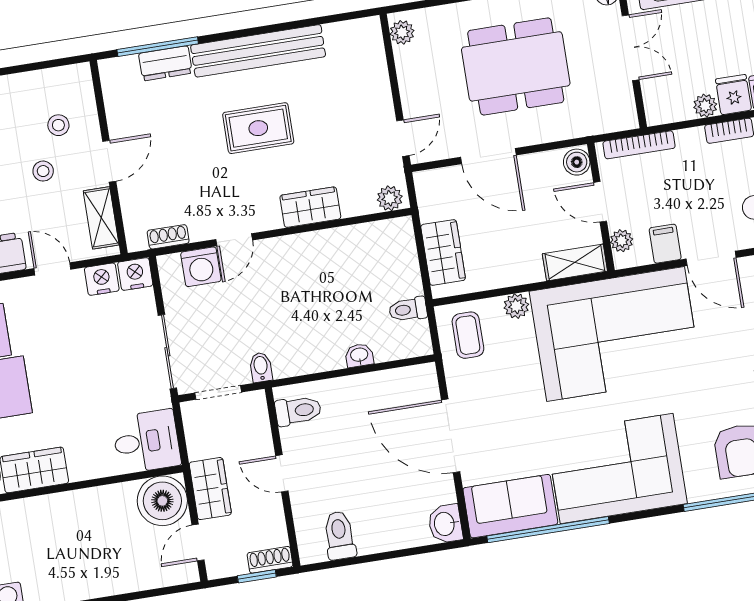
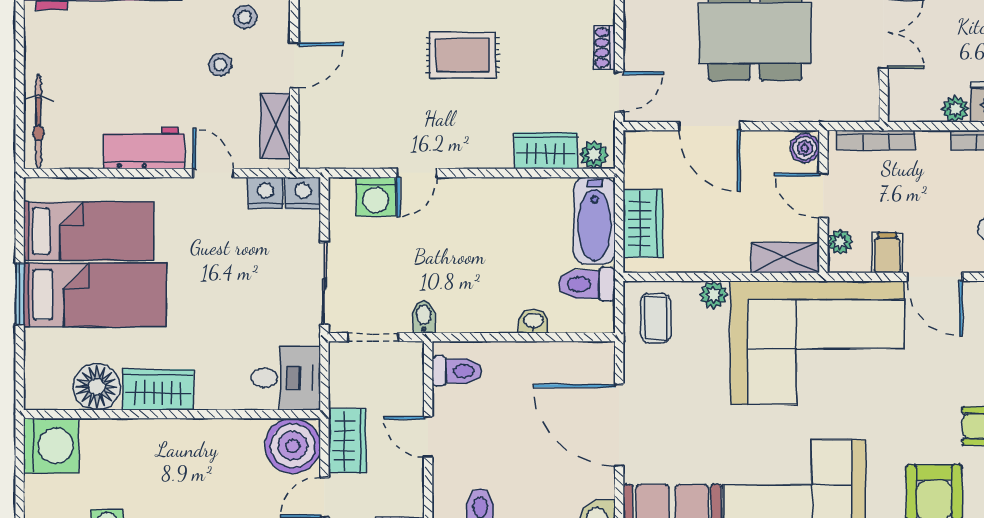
wardrobe: (310, 207) -> (546, 151), moved
shoe rack: (168, 237) -> (604, 48), moved, turned -90
bathtub: (399, 257) -> (594, 221), added
toilet: (408, 309) -> (587, 284), width x1.37, depth x1.39

